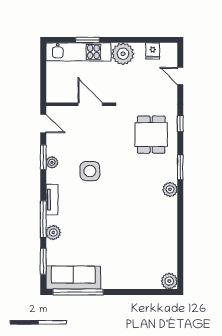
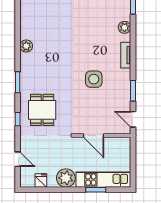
plant: (52, 162) -> (126, 86), removed
plant: (170, 189) -> (26, 46), moved
window: (43, 219) -> (133, 39), removed

